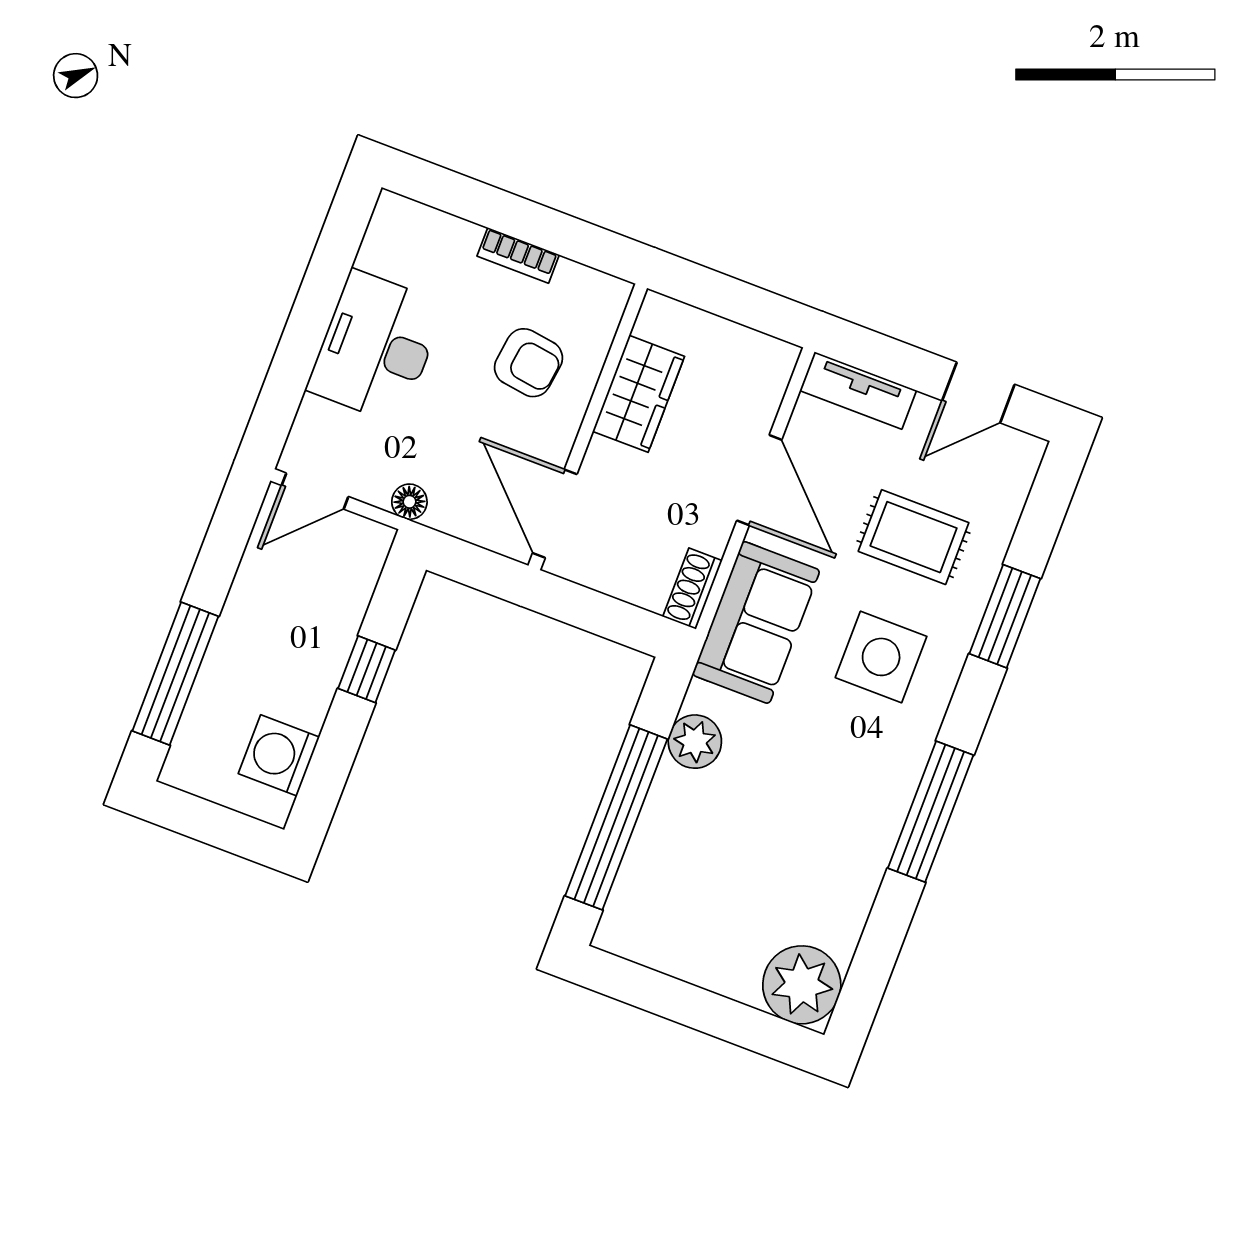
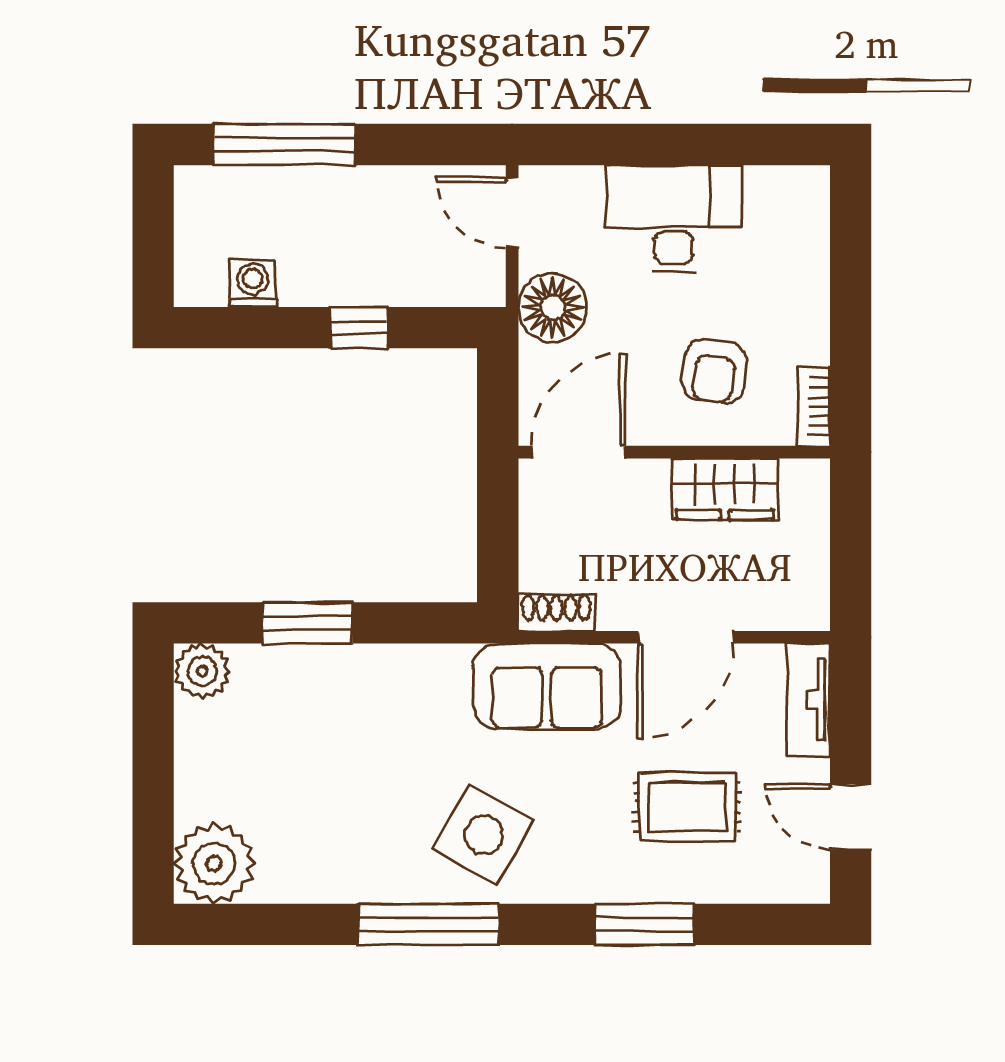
bookcase: (518, 255) -> (814, 406), moved
floor lamp: (409, 502) -> (553, 308), width x1.89, depth x1.89
rug: (914, 537) -> (687, 807), turned 90
side table: (881, 657) -> (483, 835), moved, turned 30
plant: (695, 742) -> (202, 671), moved
washing machine: (279, 755) -> (253, 283), width x0.73, depth x0.73
window: (616, 817) -> (308, 623), width x0.47

